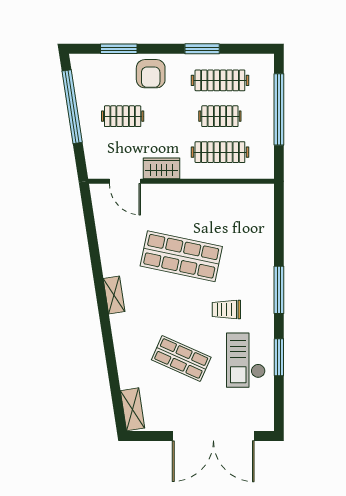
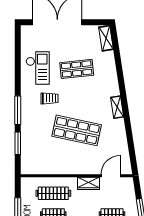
door: (125, 181) -> (111, 176), hinge flipped
window: (279, 357) -> (18, 143), moved
shop shelf: (181, 358) -> (77, 69), turned -30

